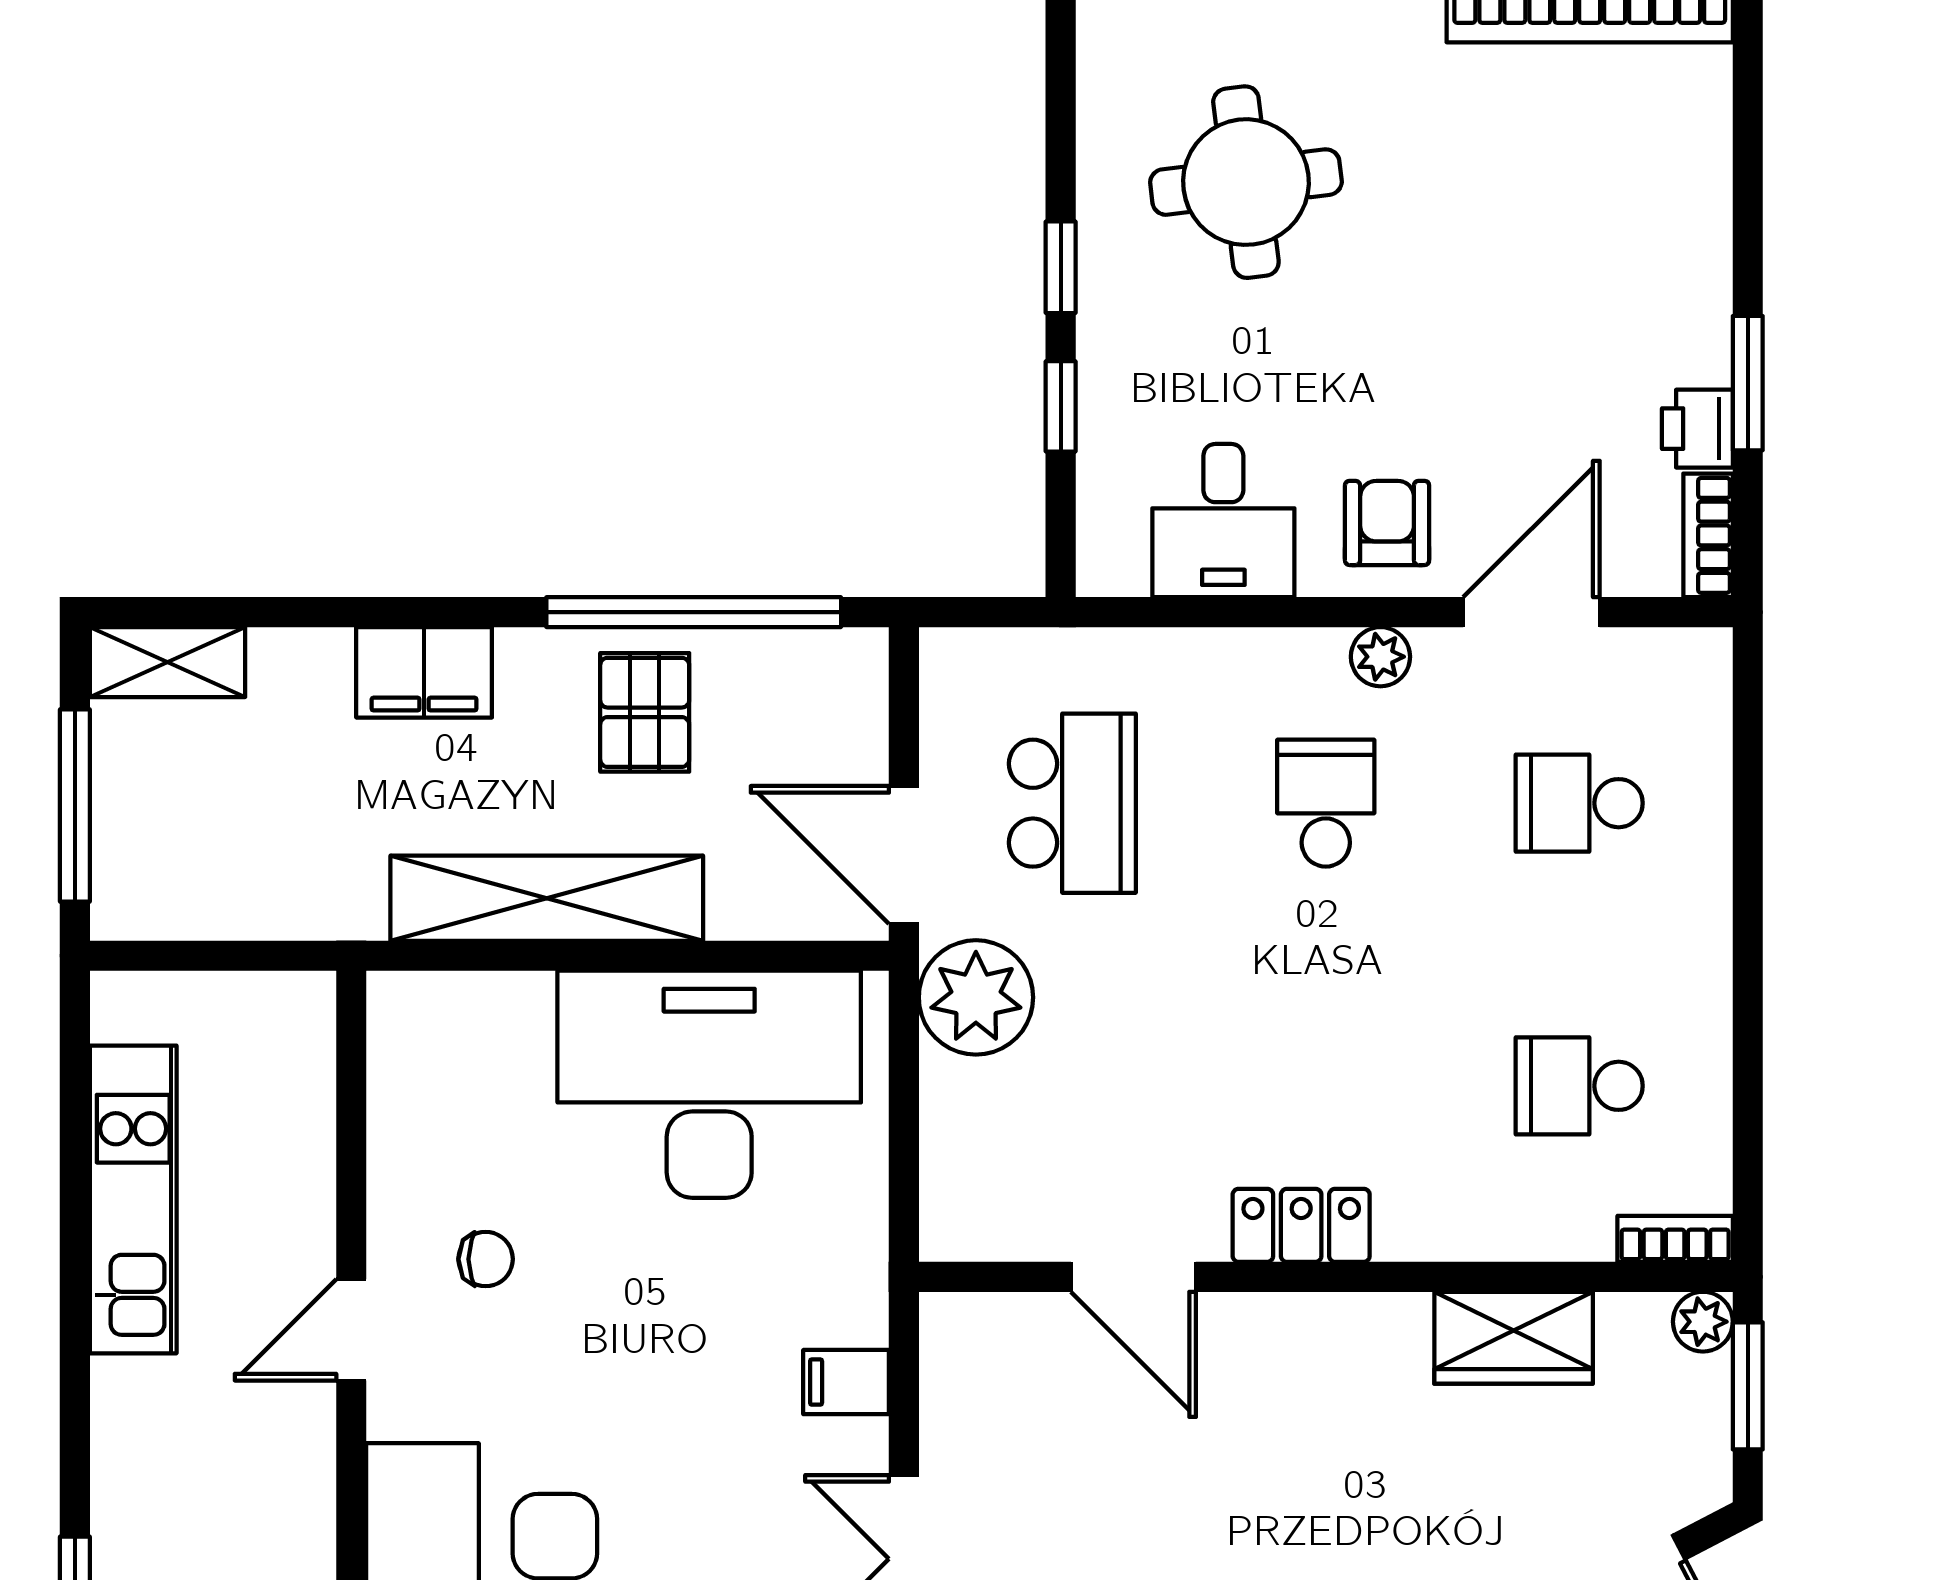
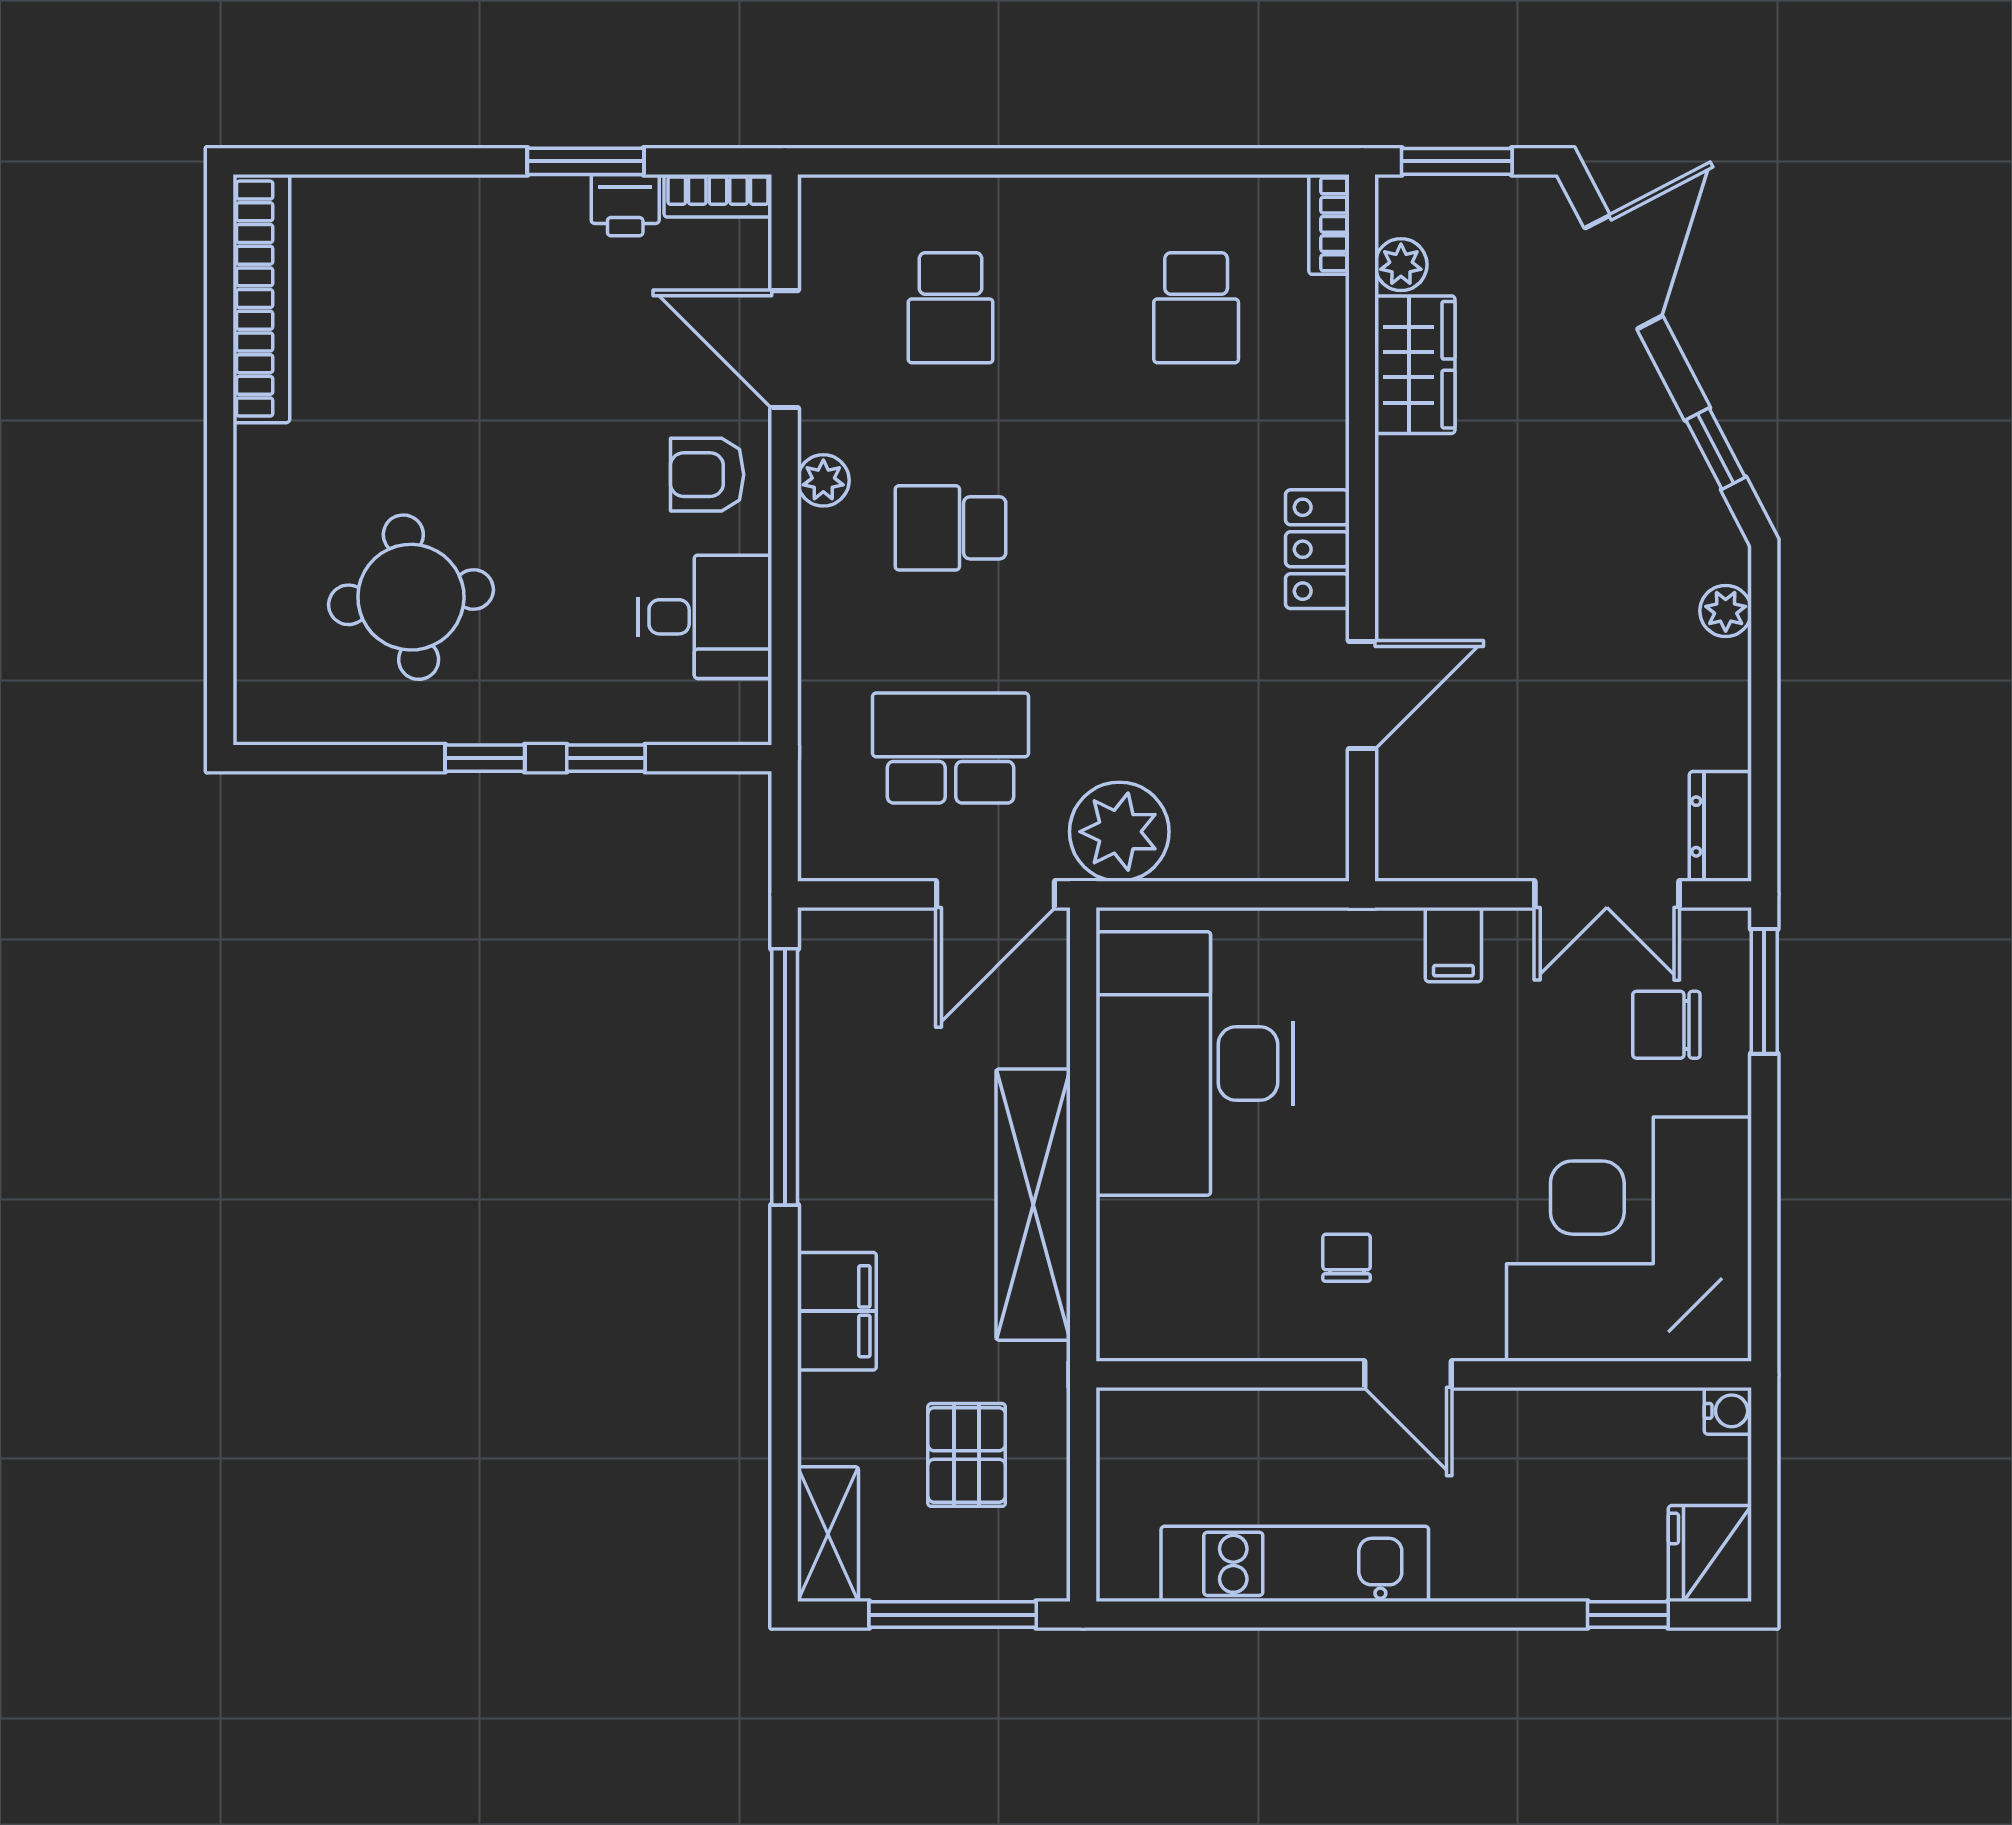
pallet: (645, 712) -> (967, 1455), moved, turned 90
plant: (1703, 1322) -> (1401, 265), moved

